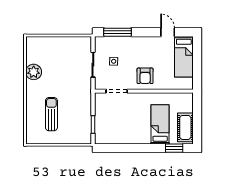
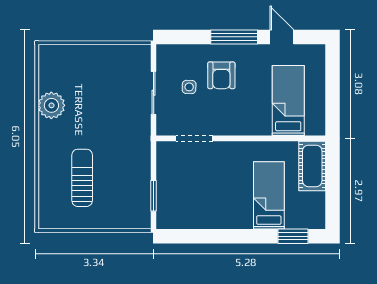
window: (118, 32) -> (234, 37), moved
bed: (184, 57) -> (288, 101), moved, turned 180
armchair: (145, 76) -> (221, 75), moved
cot: (185, 127) -> (312, 166), moved

